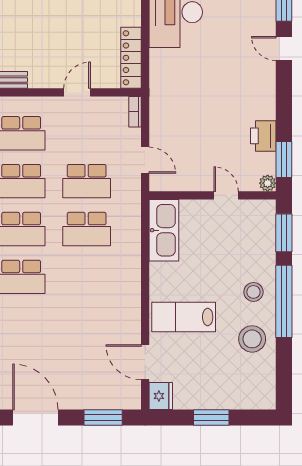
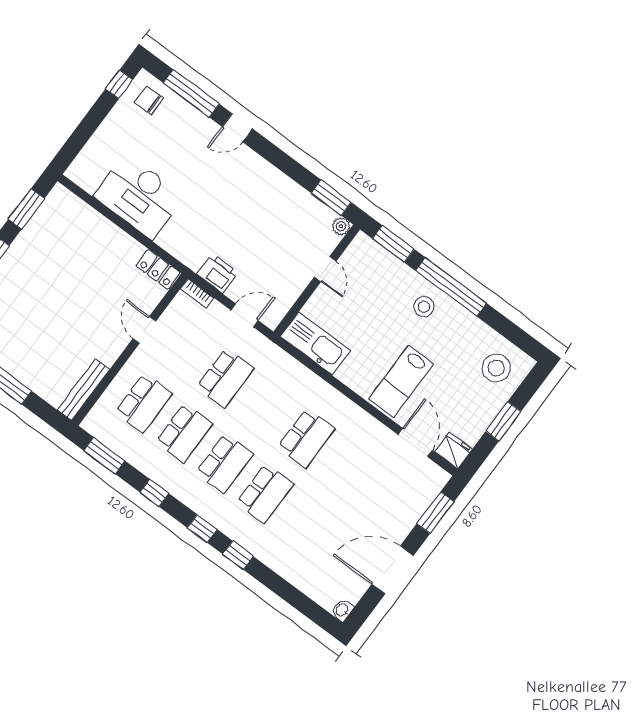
locker: (131, 58) -> (158, 269), width x0.66
printer: (263, 136) -> (218, 273), moved, turned 180
door: (226, 195) -> (325, 269), swing flipped
school desk: (87, 229) -> (306, 438), moved
stool: (252, 339) -> (496, 368), moved
door: (145, 362) -> (415, 442), swing flipped

